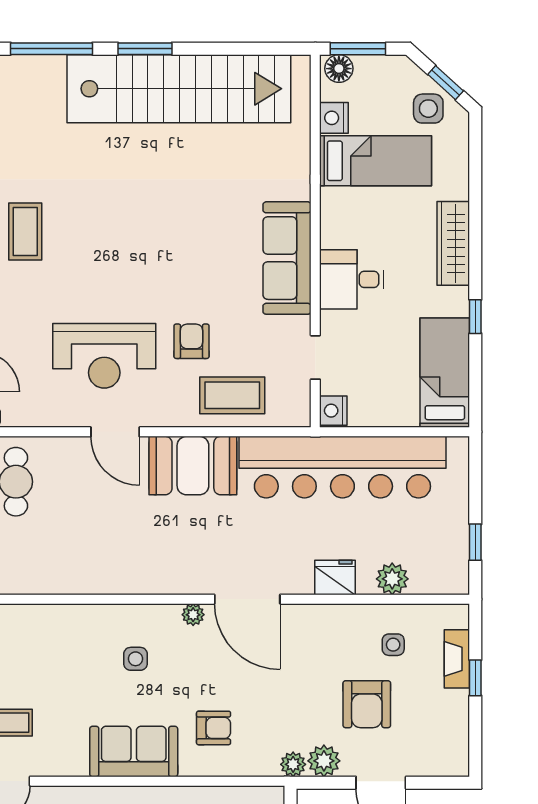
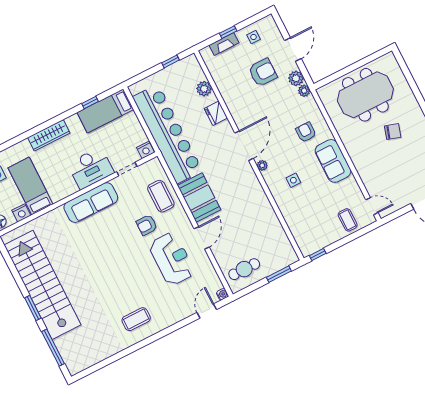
desk: (352, 279) -> (91, 168), width x1.37
window: (475, 317) -> (90, 102), moved
side table: (393, 645) -> (254, 37), moved

